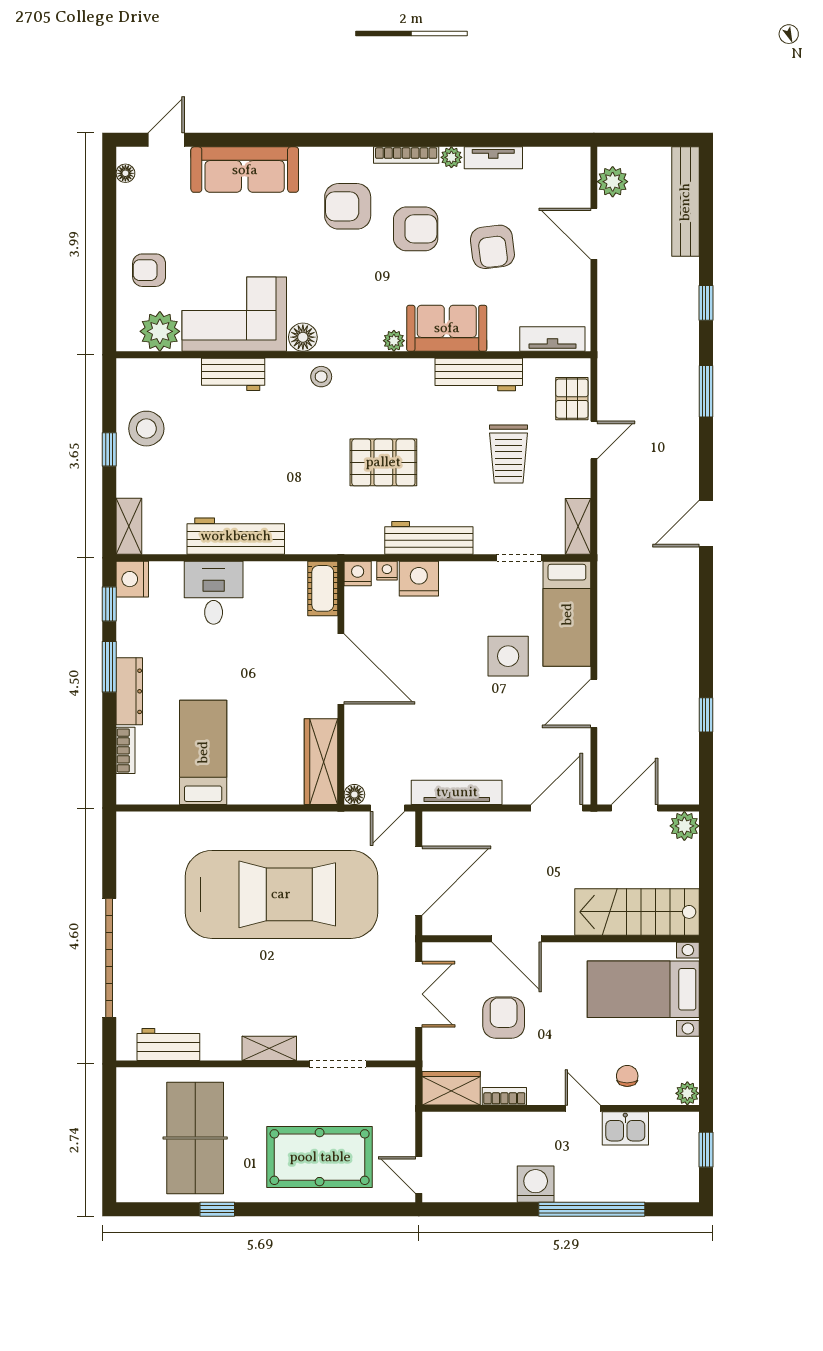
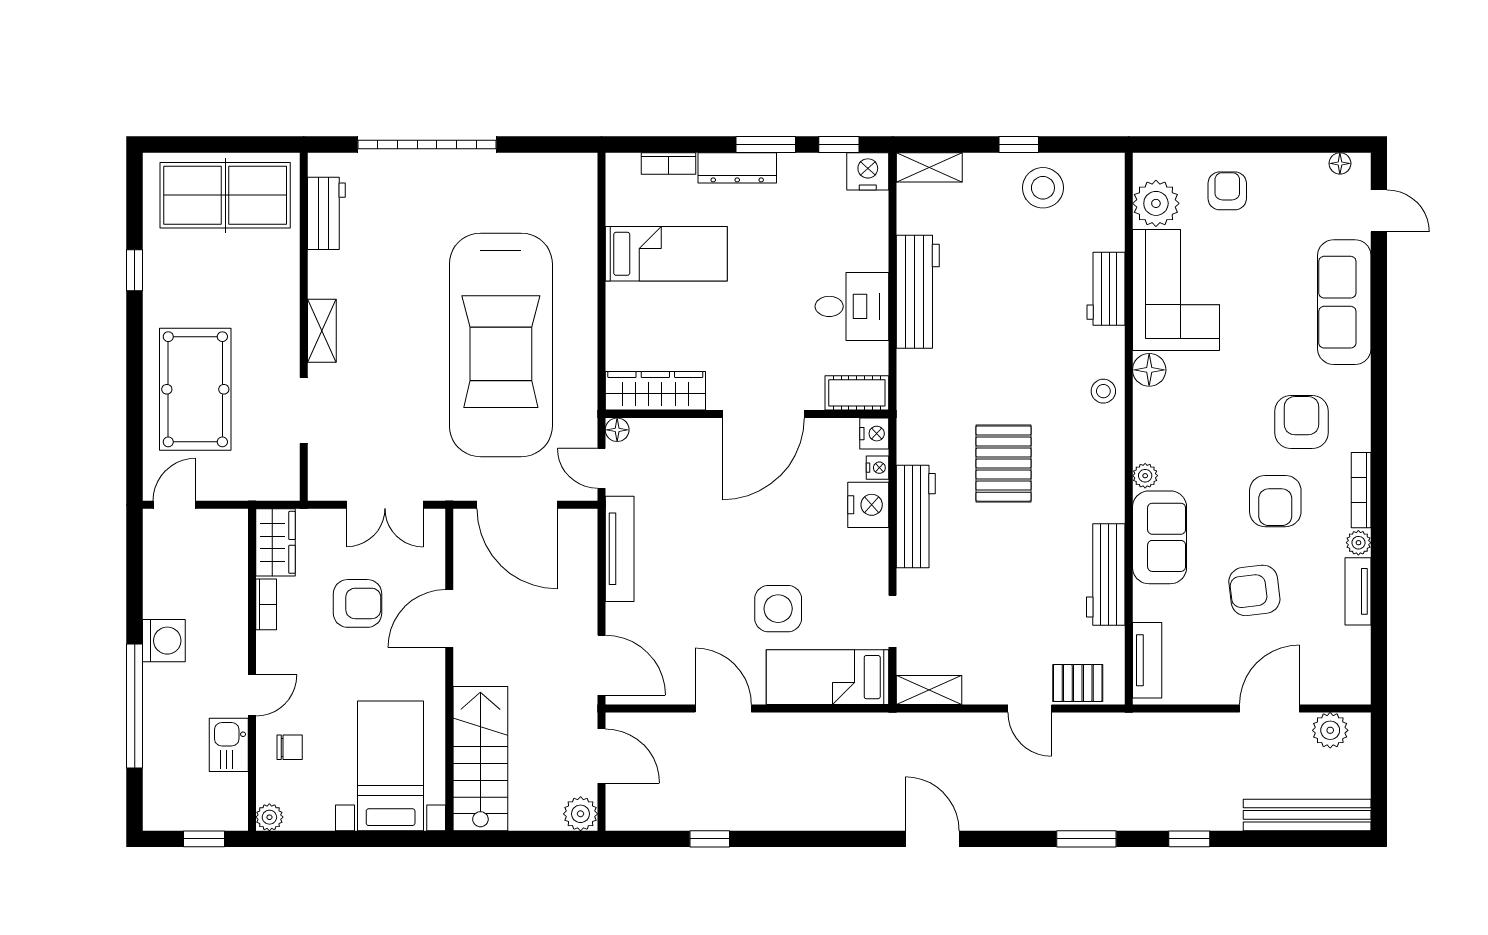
trolley: (509, 454) -> (1013, 609), removed
desk: (214, 593) -> (852, 306), moved
table tennis table: (195, 1138) -> (225, 195), moved

